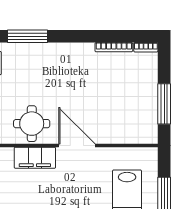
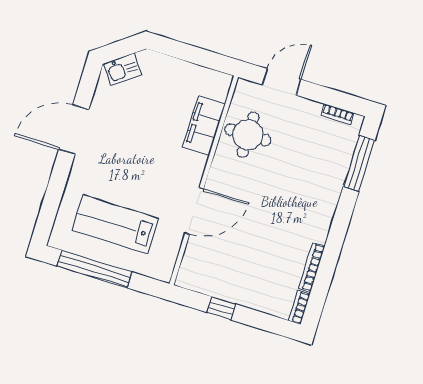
window: (164, 104) -> (221, 308), width x0.46
door: (77, 146) -> (194, 211), moved

